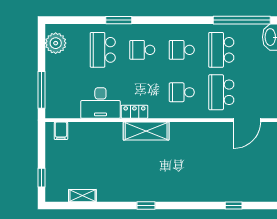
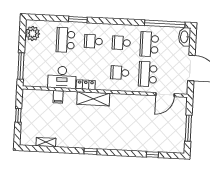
filing cabinet: (61, 131) -> (58, 97), moved
window: (42, 178) -> (18, 115), moved

